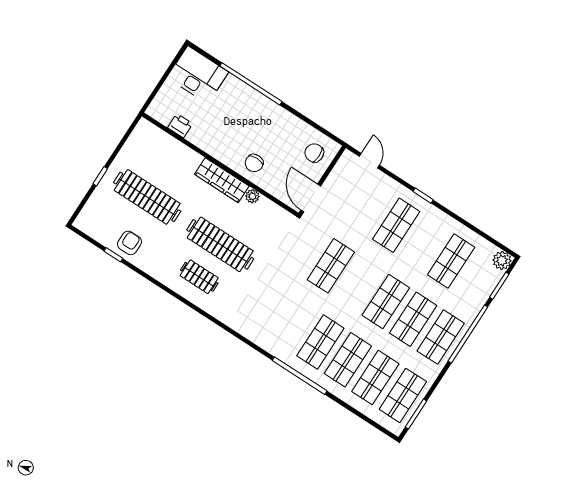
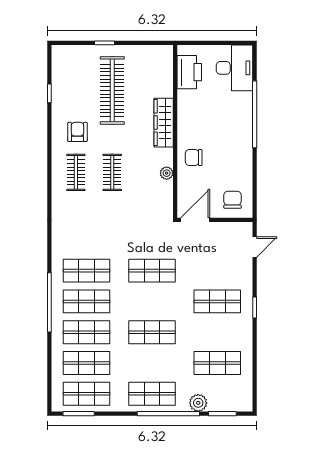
printer: (180, 126) -> (189, 72), width x1.87, depth x1.48
wardrobe: (222, 180) -> (164, 123), moved
armchair: (130, 243) -> (77, 132), moved, turned -90
clothes rail: (220, 244) -> (112, 172), width x0.54, depth x0.76
plant: (502, 260) -> (198, 403), moved
shop shelf: (413, 319) -> (87, 271), moved

